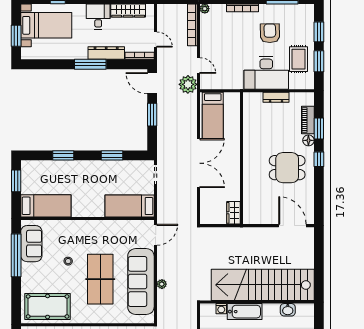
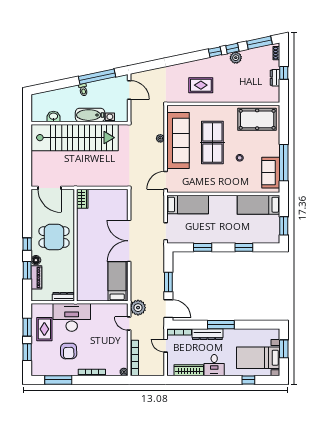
wall: (241, 158) -> (76, 245), moved
wardrobe: (233, 213) -> (82, 199), moved

